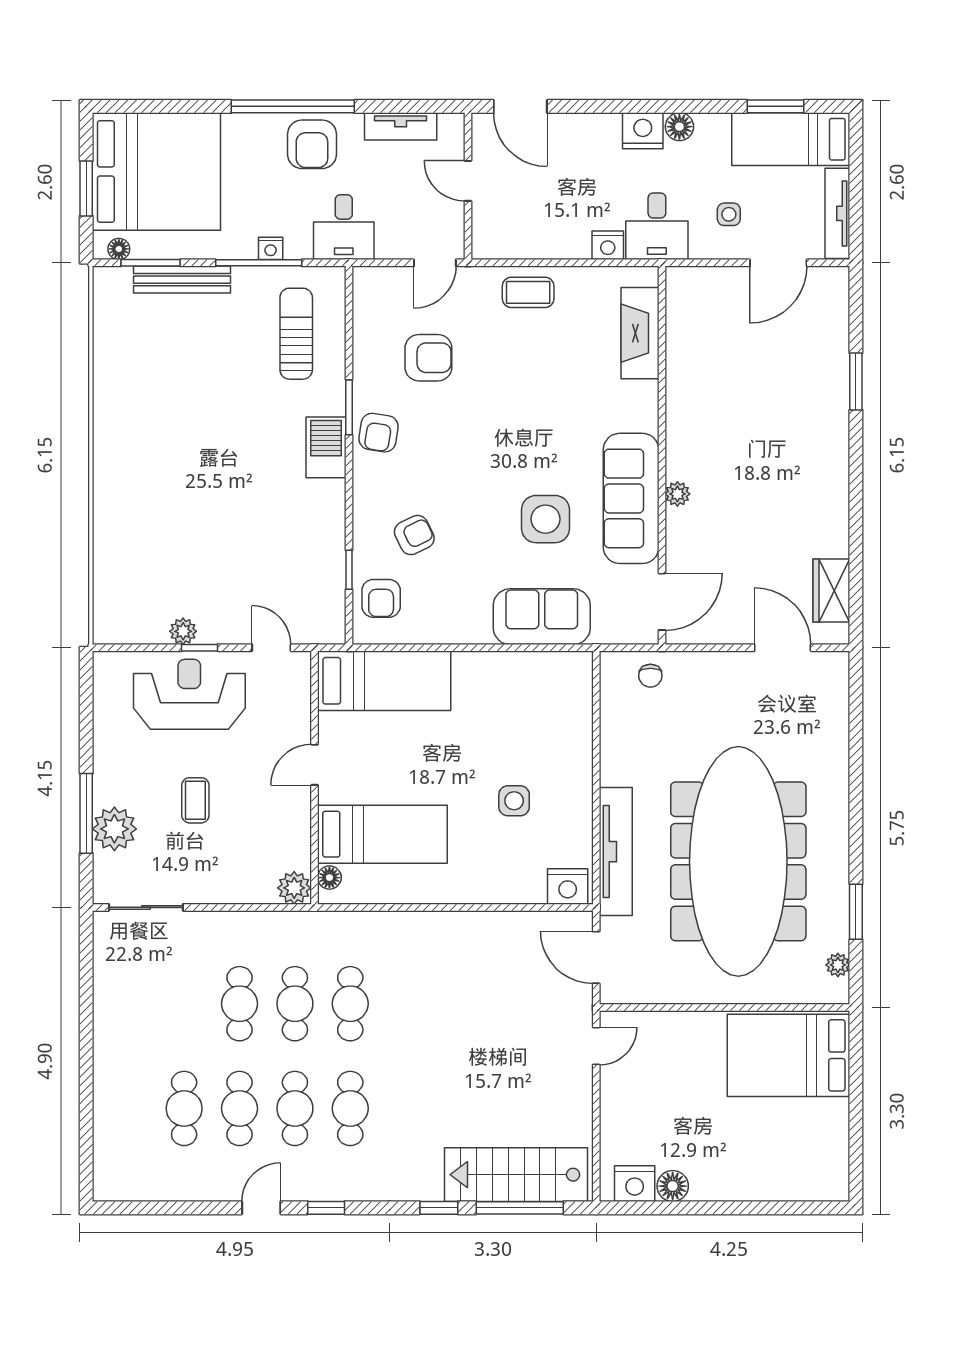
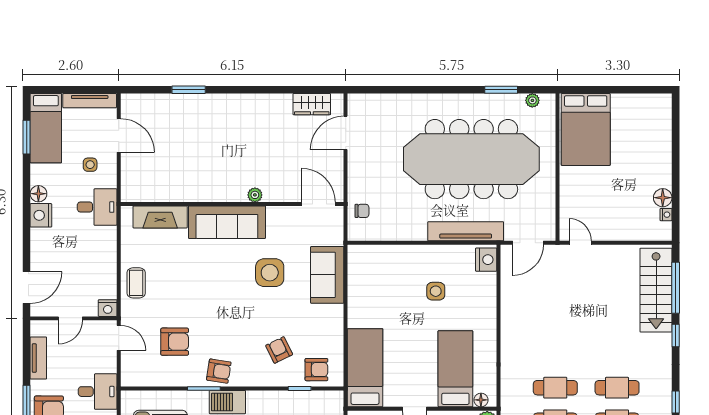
nightstand: (608, 245) -> (108, 308), moved, turned 90
armchair: (428, 358) -> (175, 342), turned 90
sofa: (631, 498) -> (227, 222), moved
nightstand: (635, 1184) -> (666, 215), width x0.53, depth x0.56

